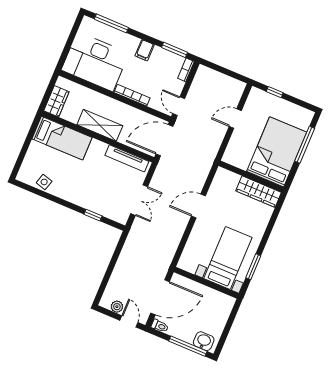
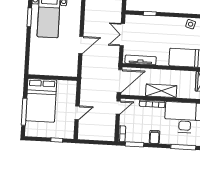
door: (179, 106) -> (118, 108), hinge flipped
shelving: (100, 125) -> (161, 91), moved
wardrobe: (259, 192) -> (44, 69), removed

